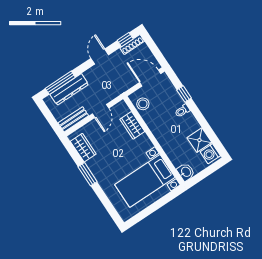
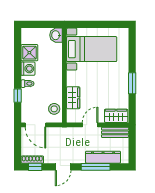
window: (60, 83) -> (96, 167), moved
wardrobe: (83, 148) -> (116, 116), moved, turned 90
washing machine: (210, 154) -> (28, 69), moved

